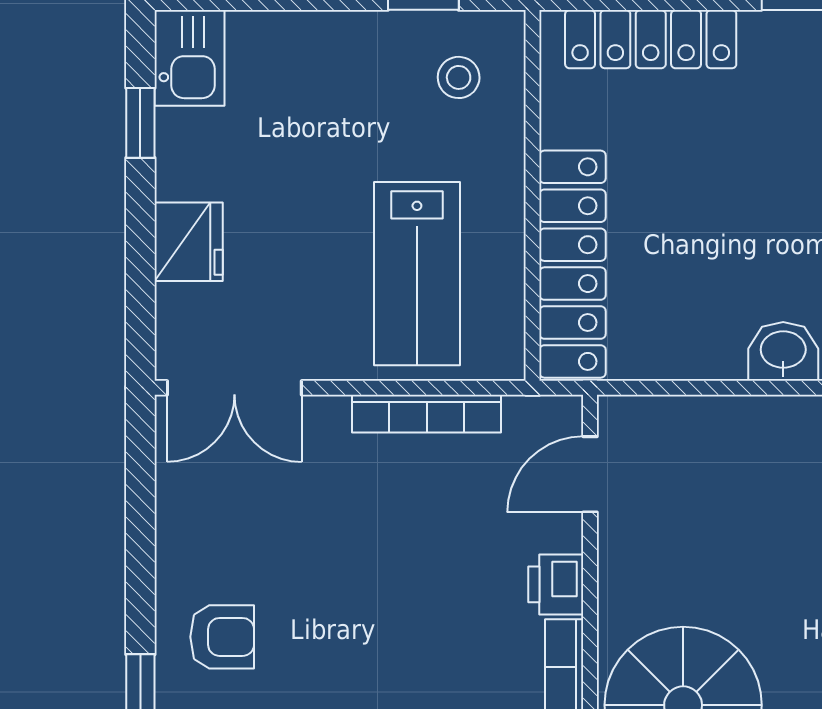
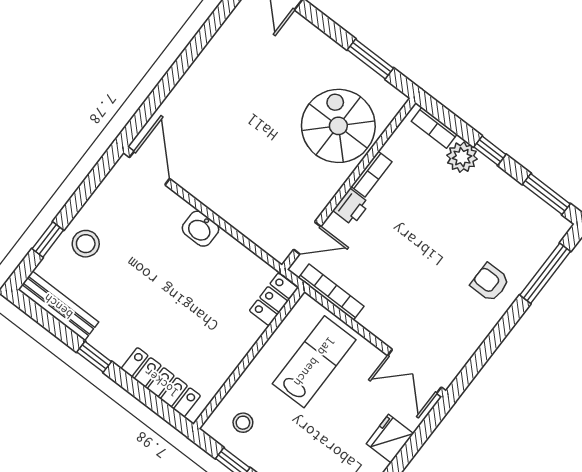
locker: (573, 264) -> (274, 299), width x0.46, depth x0.83
double door: (234, 388) -> (414, 371), swing flipped
bookcase: (427, 414) -> (331, 292), moved

